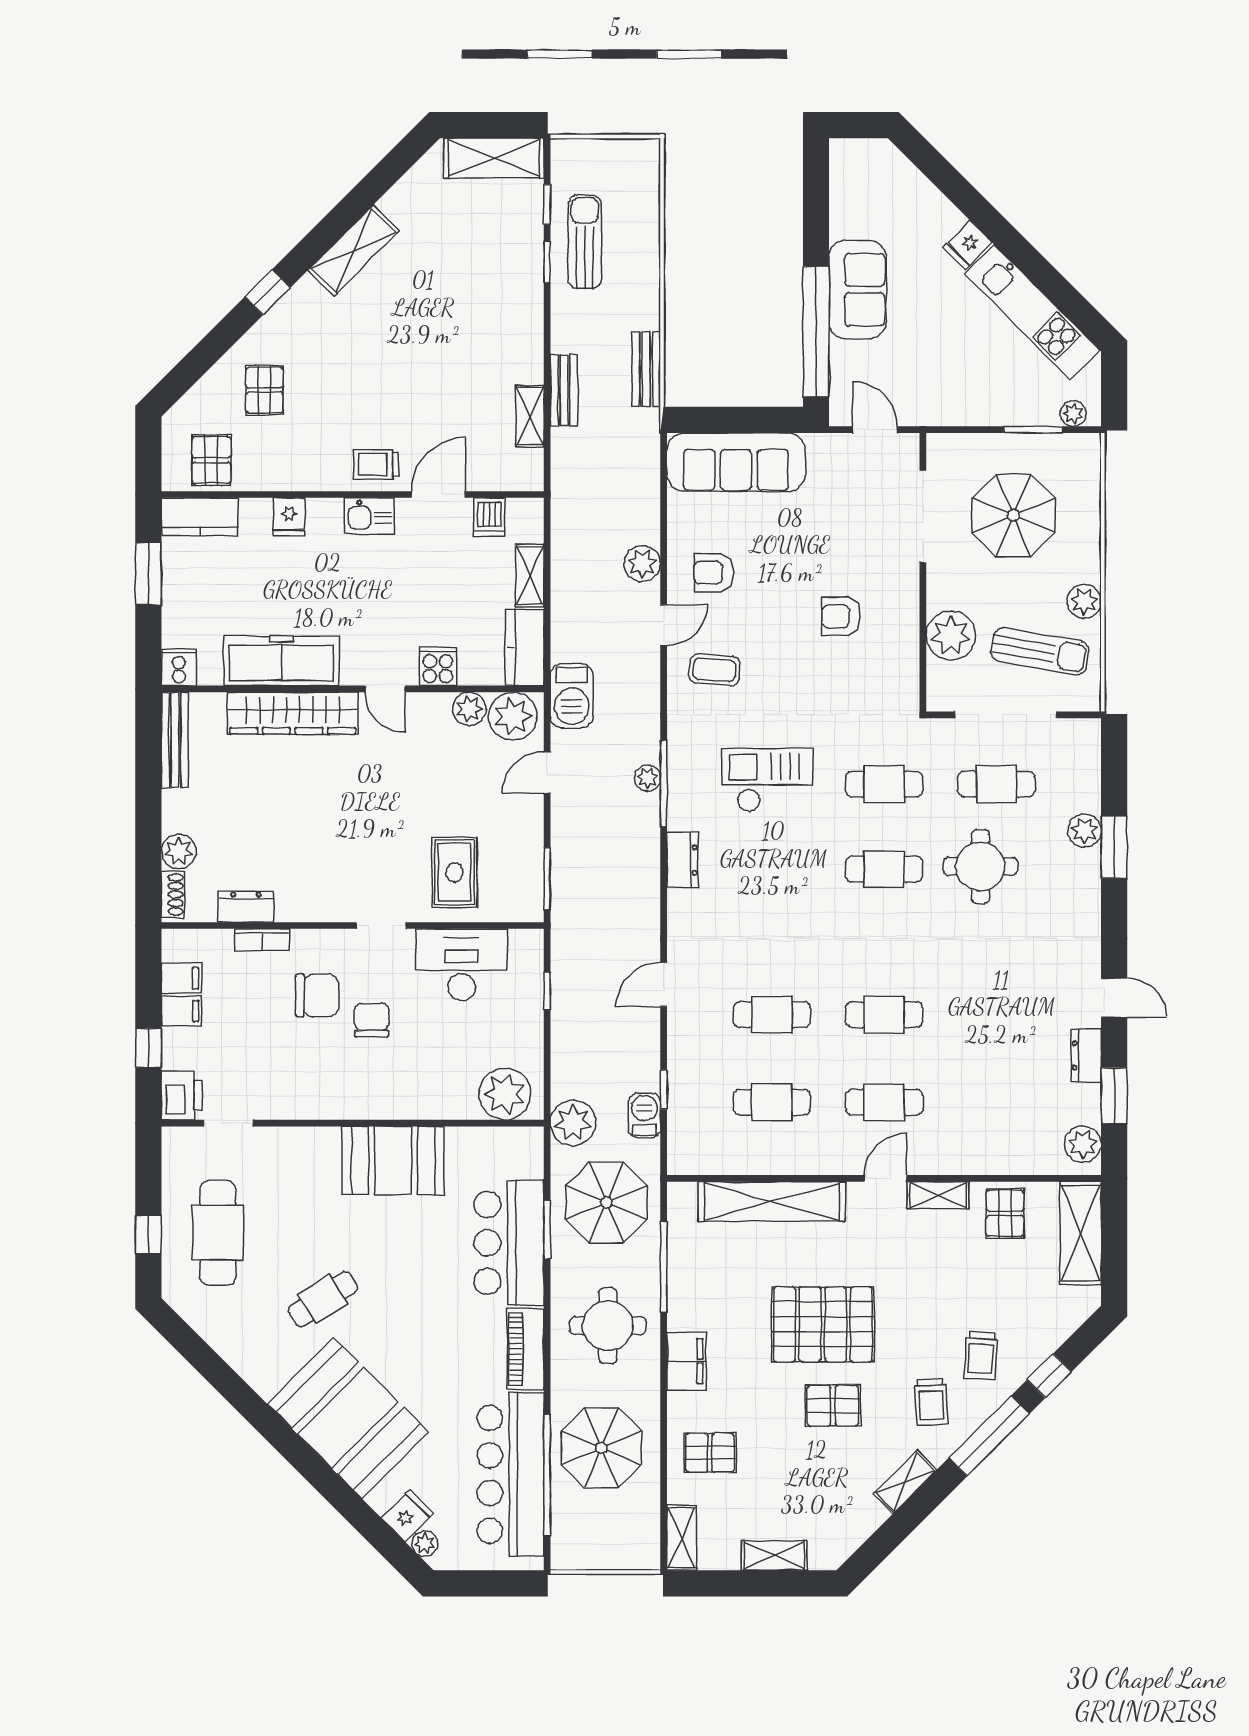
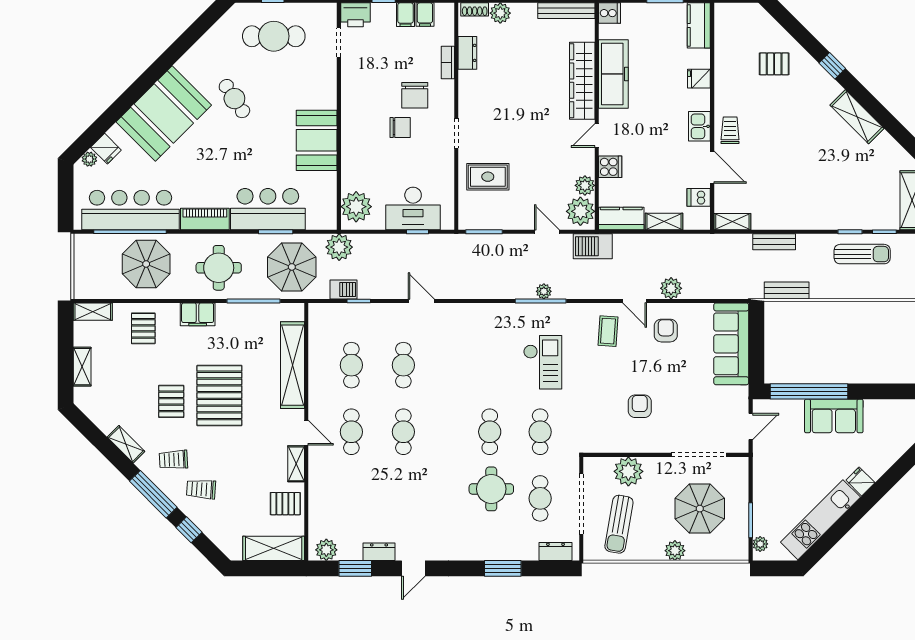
shelving: (530, 416) -> (732, 222), moved
pallet: (211, 460) -> (733, 32), removed
plant: (1084, 601) -> (675, 551), moved
plant: (1084, 831) -> (513, 551), removed
dresser: (682, 860) -> (556, 551), moved, turned 180
desk: (462, 965) -> (413, 208), moved, turned 90

